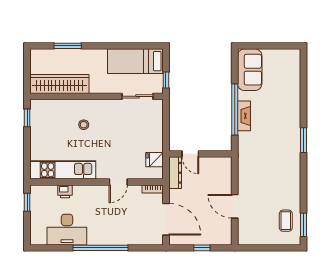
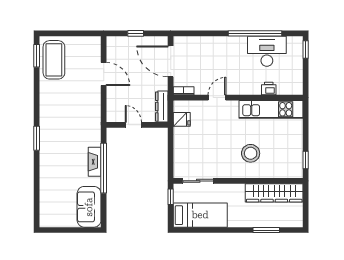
stool: (84, 125) -> (251, 153), width x1.89, depth x1.89
door: (190, 154) -> (133, 125), moved
window: (27, 202) -> (306, 50), moved
coffee table: (286, 221) -> (54, 60), width x1.86, depth x1.72
window: (100, 248) -> (255, 33), moved

